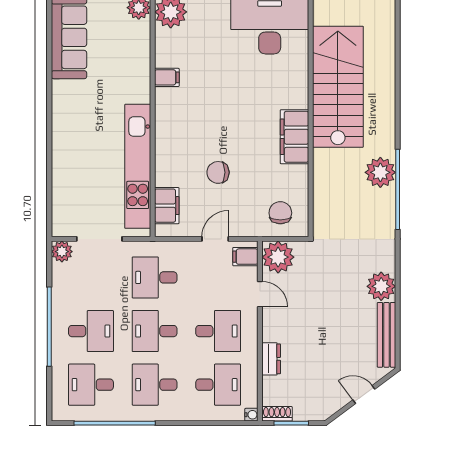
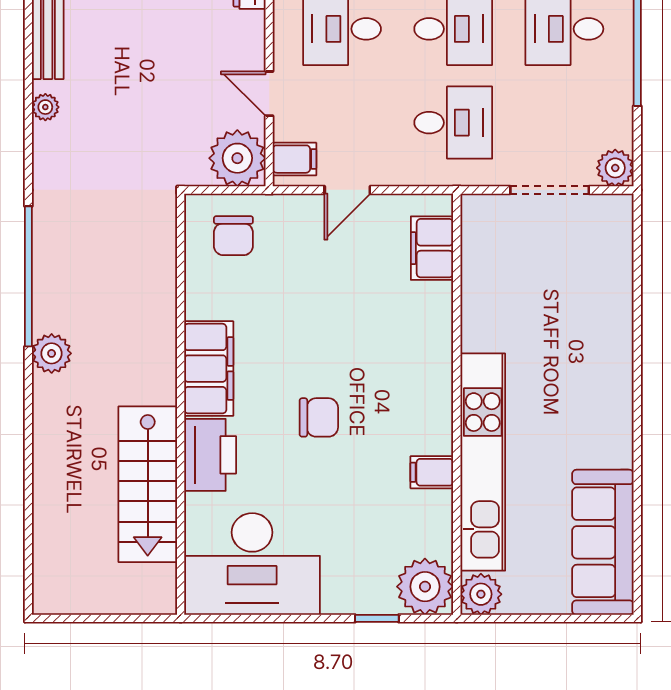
printer: (294, 87) -> (210, 455), added
stairs: (338, 87) -> (148, 484), width x0.73, depth x0.66
kitchen unit: (138, 166) -> (483, 462), moved
chair: (218, 172) -> (319, 417), moved
plant: (380, 172) -> (52, 353), moved, width x0.73, depth x0.73
plant: (381, 286) -> (45, 107), width x0.53, depth x0.53

